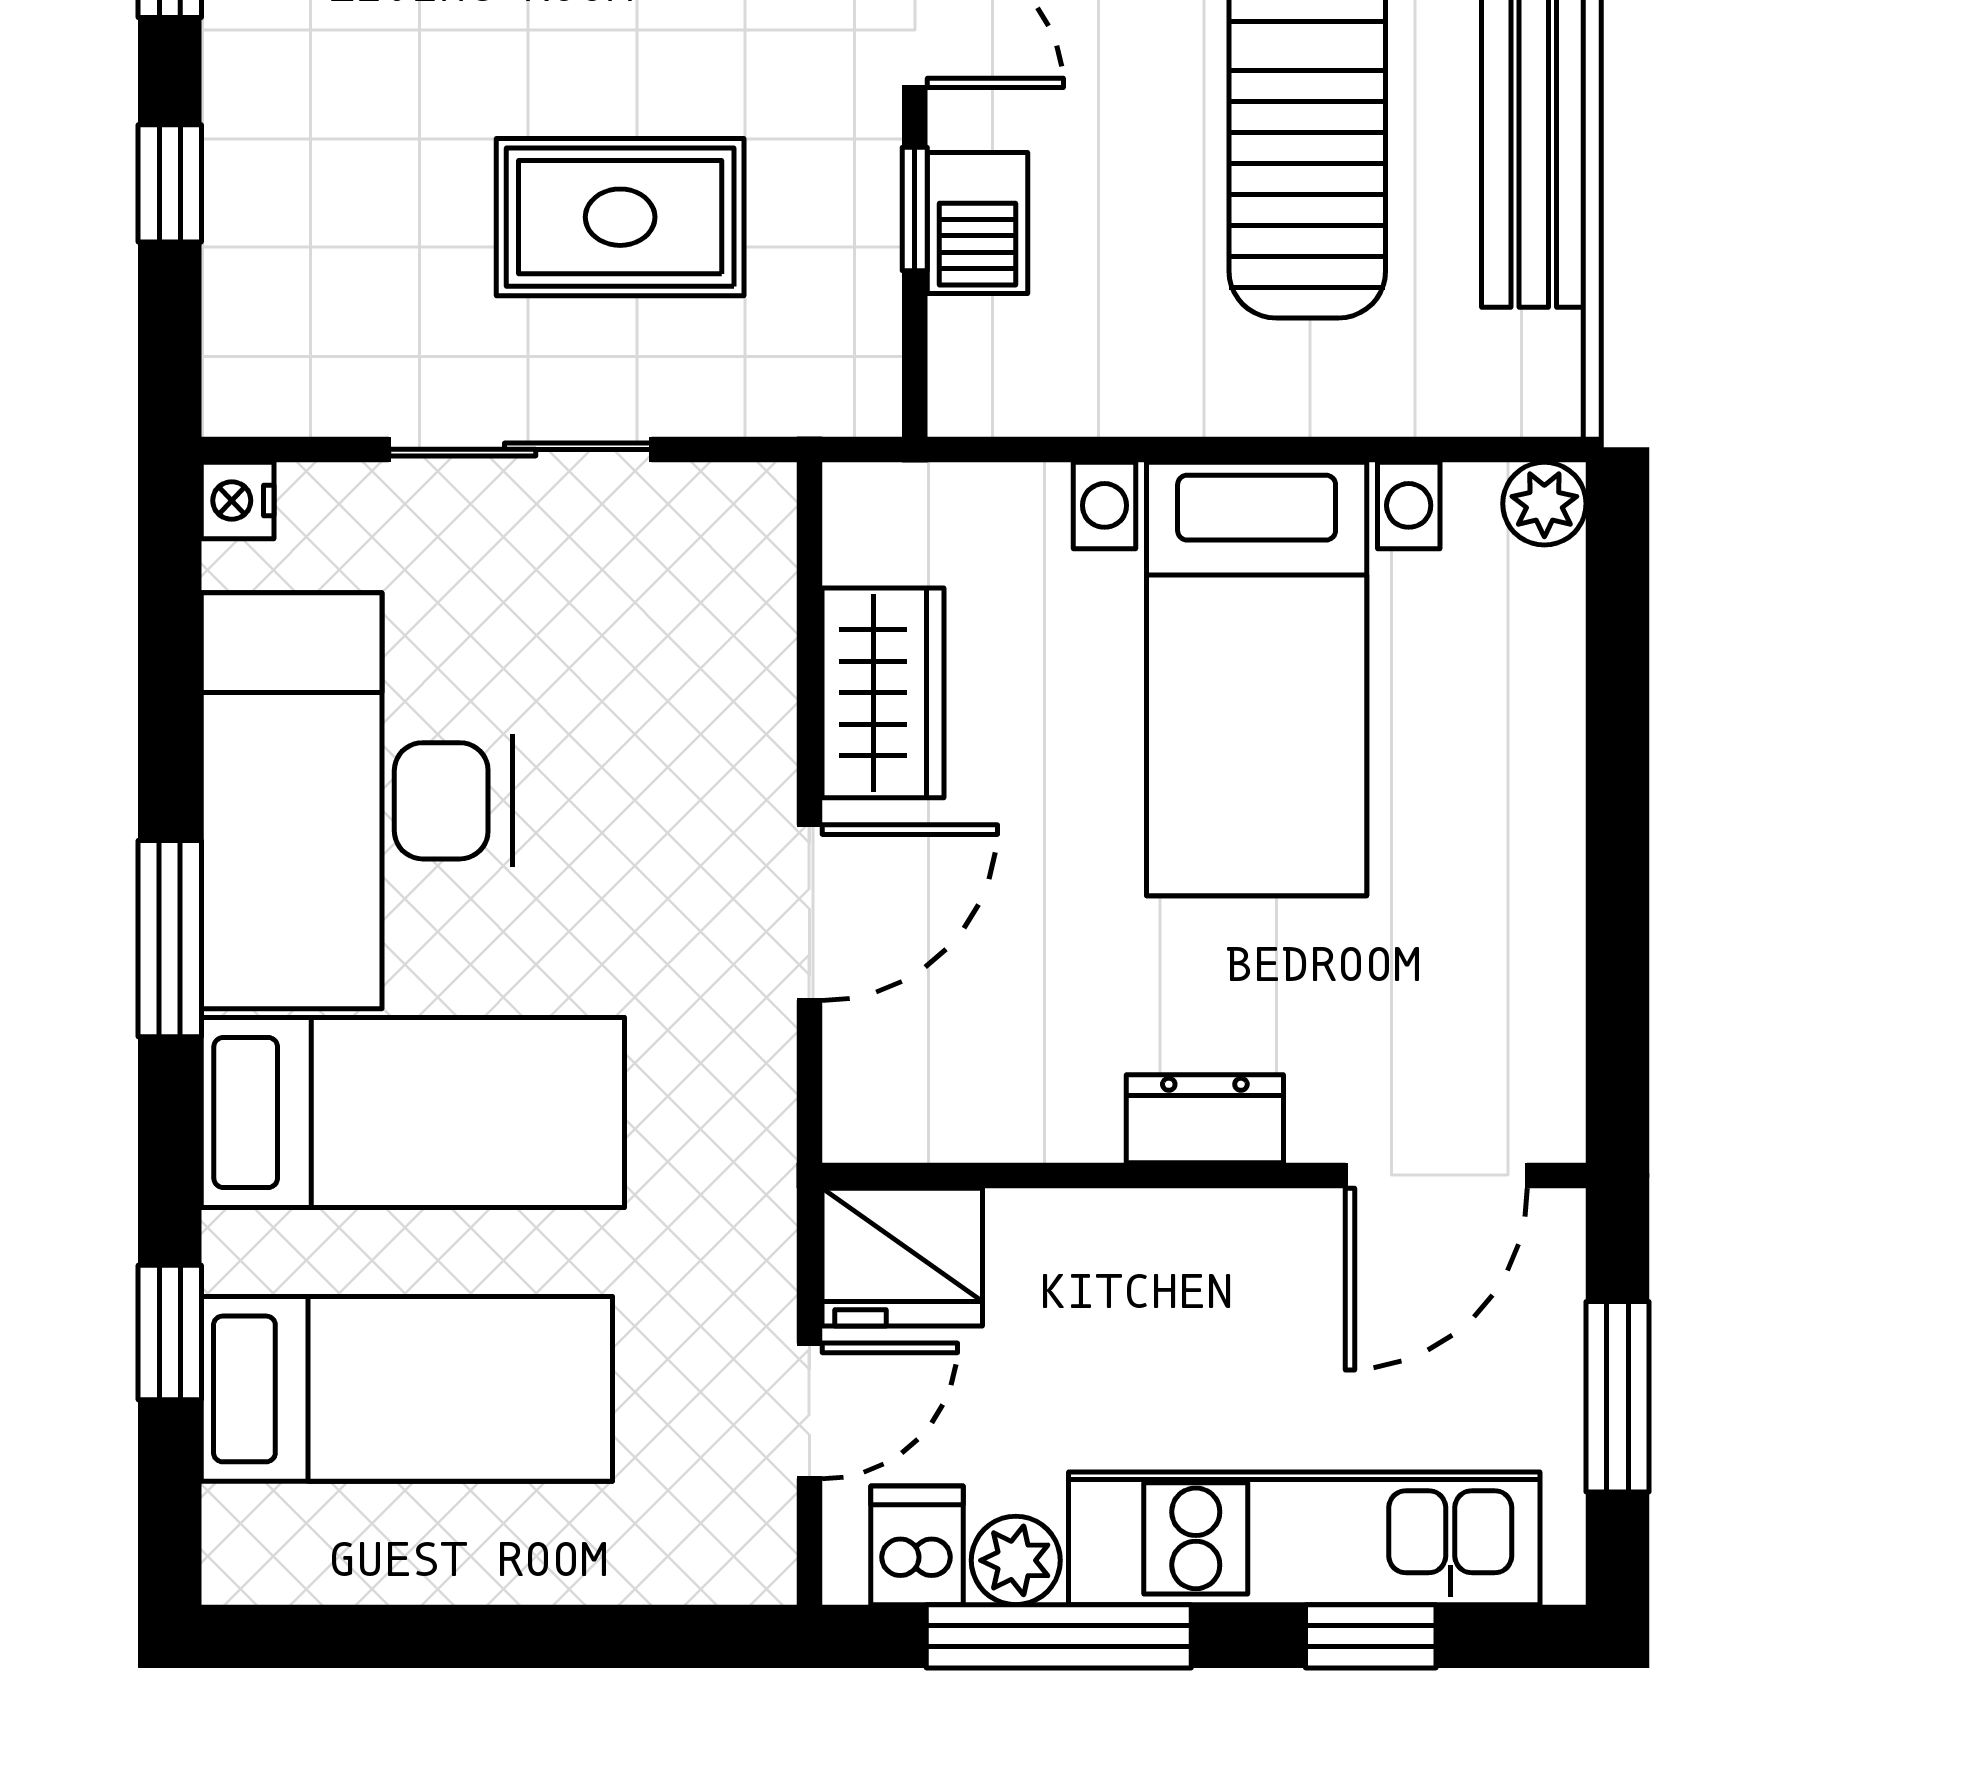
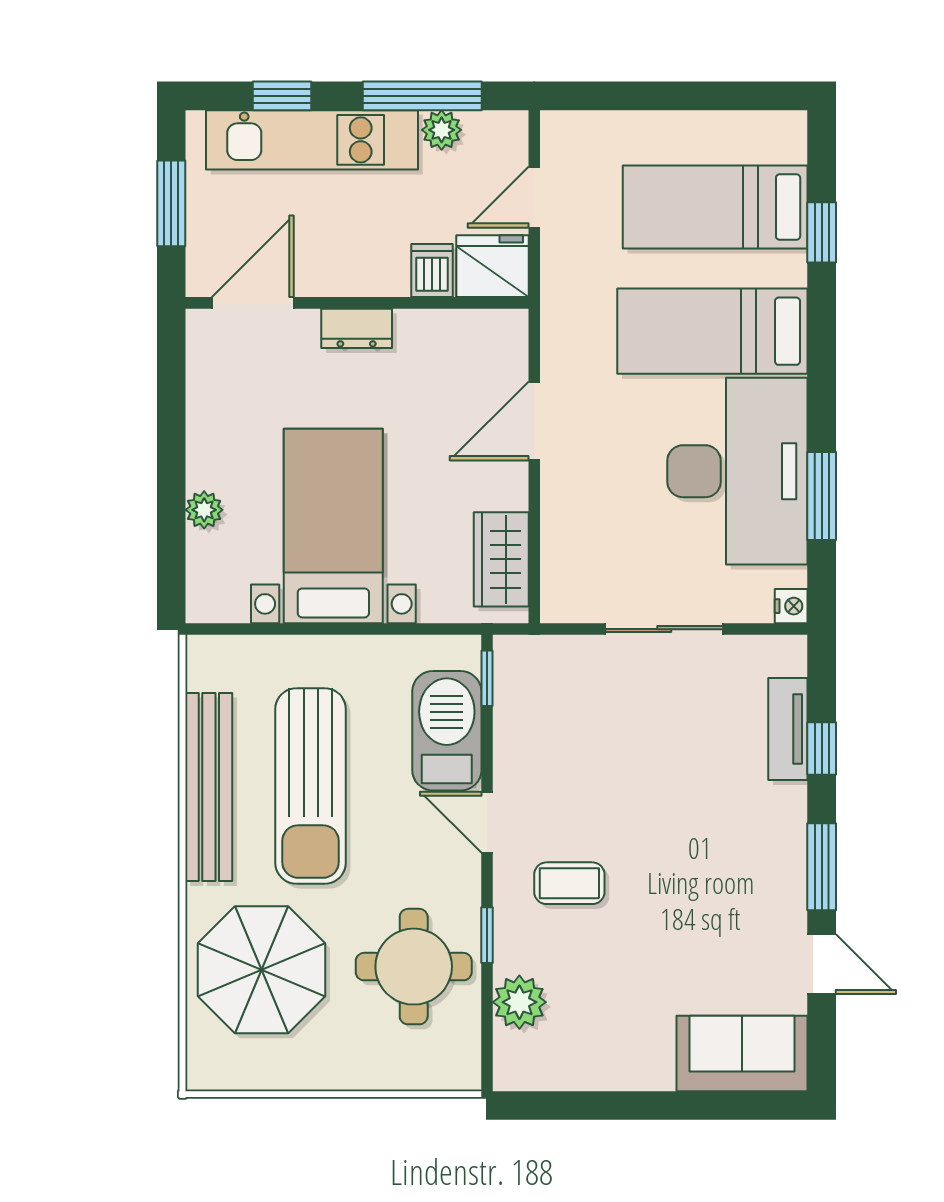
window: (915, 209) -> (487, 678), moved
rug: (620, 217) -> (619, 733), removed
barbecue: (977, 223) -> (447, 731), width x1.88, depth x1.53
tv unit: (245, 227) -> (788, 729), added
plant: (1544, 504) -> (204, 510), moved
wardrobe: (883, 693) -> (501, 559), moved
window: (170, 939) -> (822, 496), moved
dishwasher: (917, 1545) -> (432, 271), moved, turned 180

